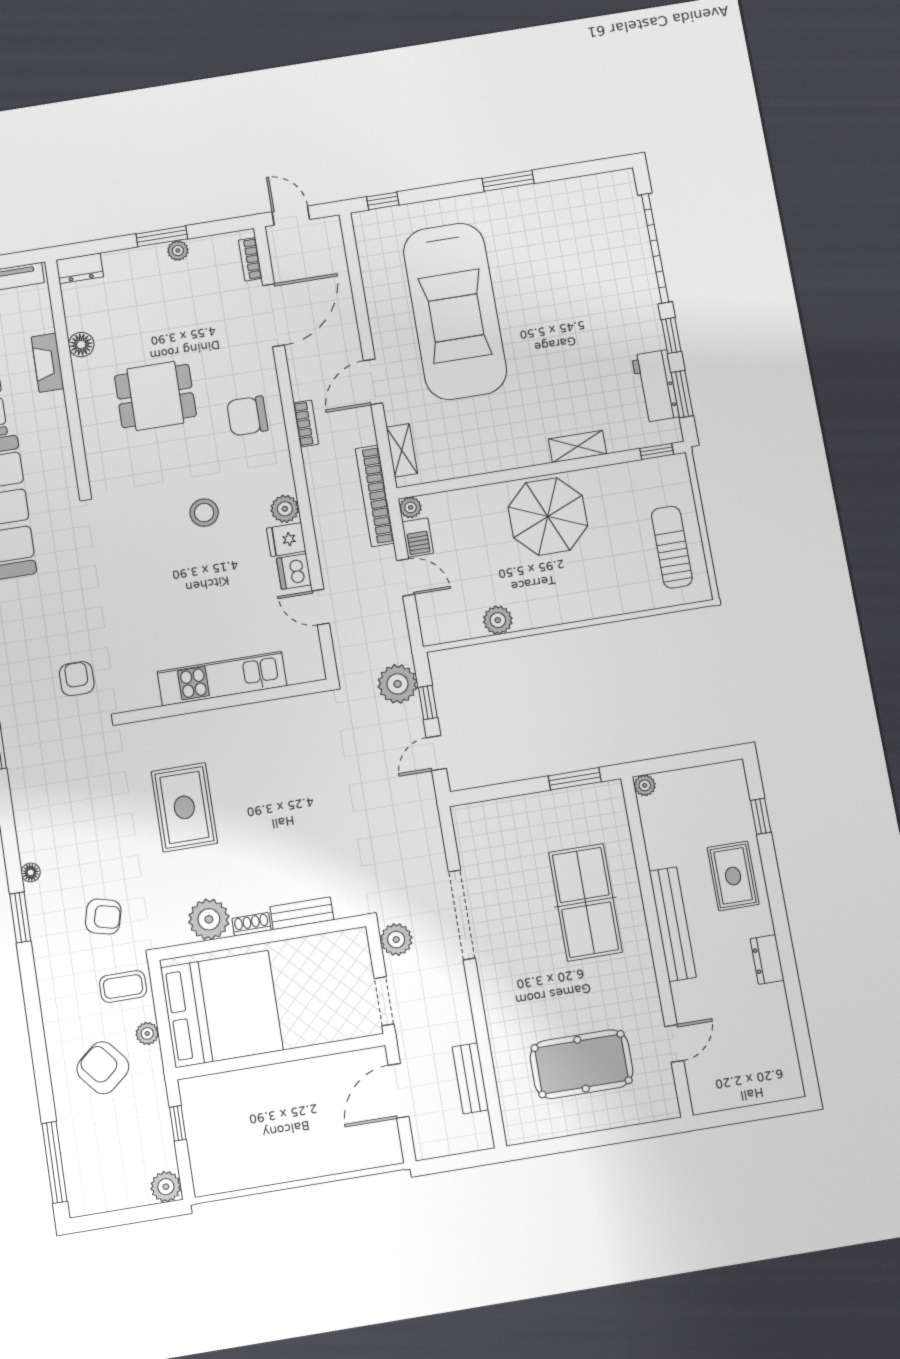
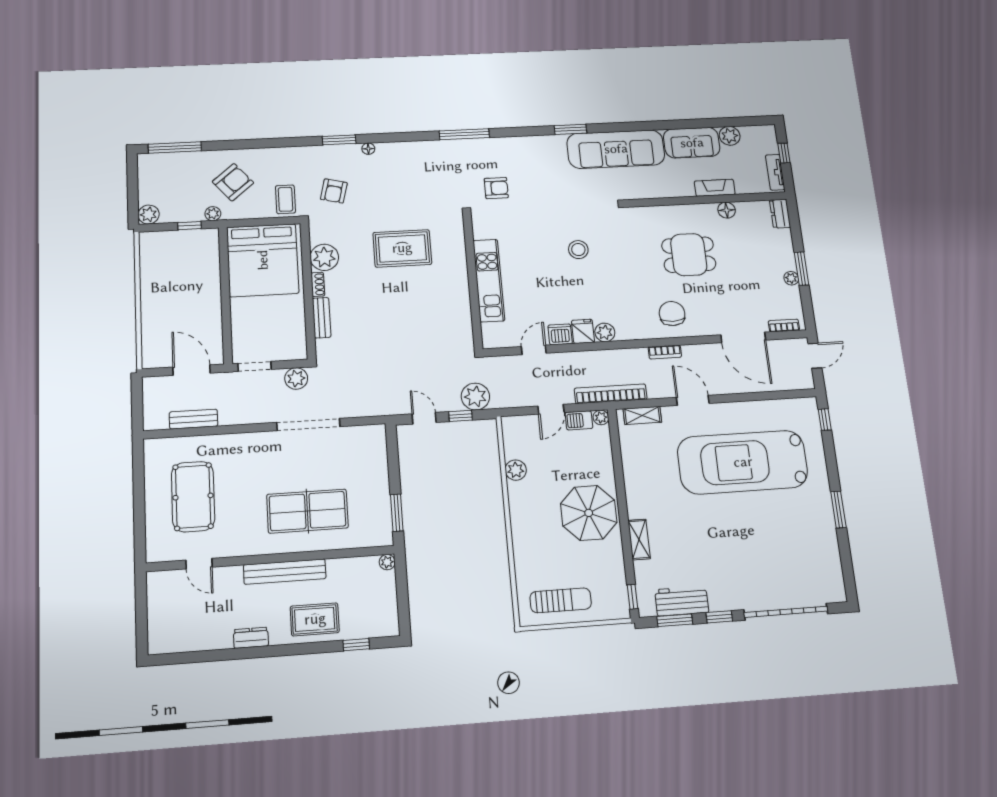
dining table: (155, 396) -> (689, 255), turned 90
stool: (204, 513) -> (578, 250), moved
plant: (147, 1033) -> (213, 214), moved

